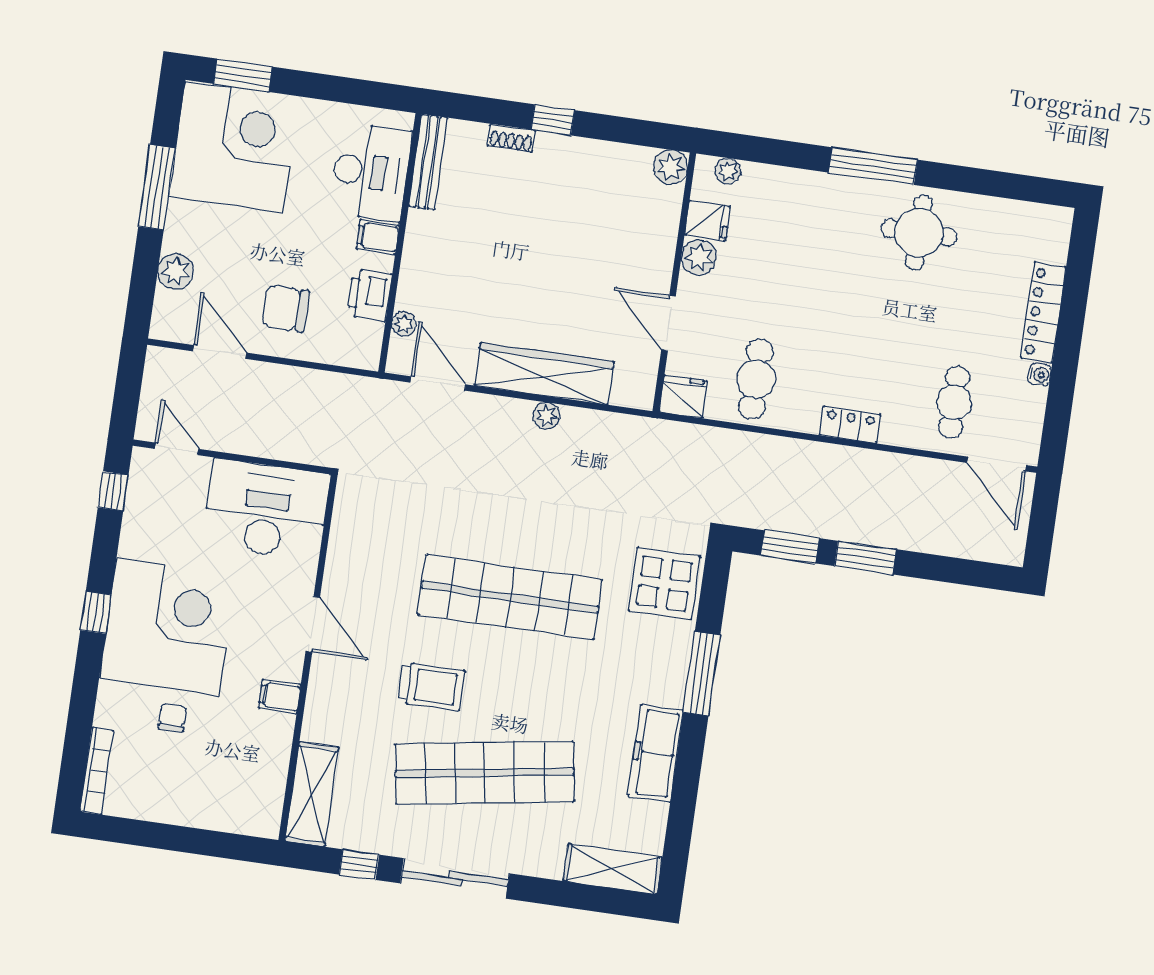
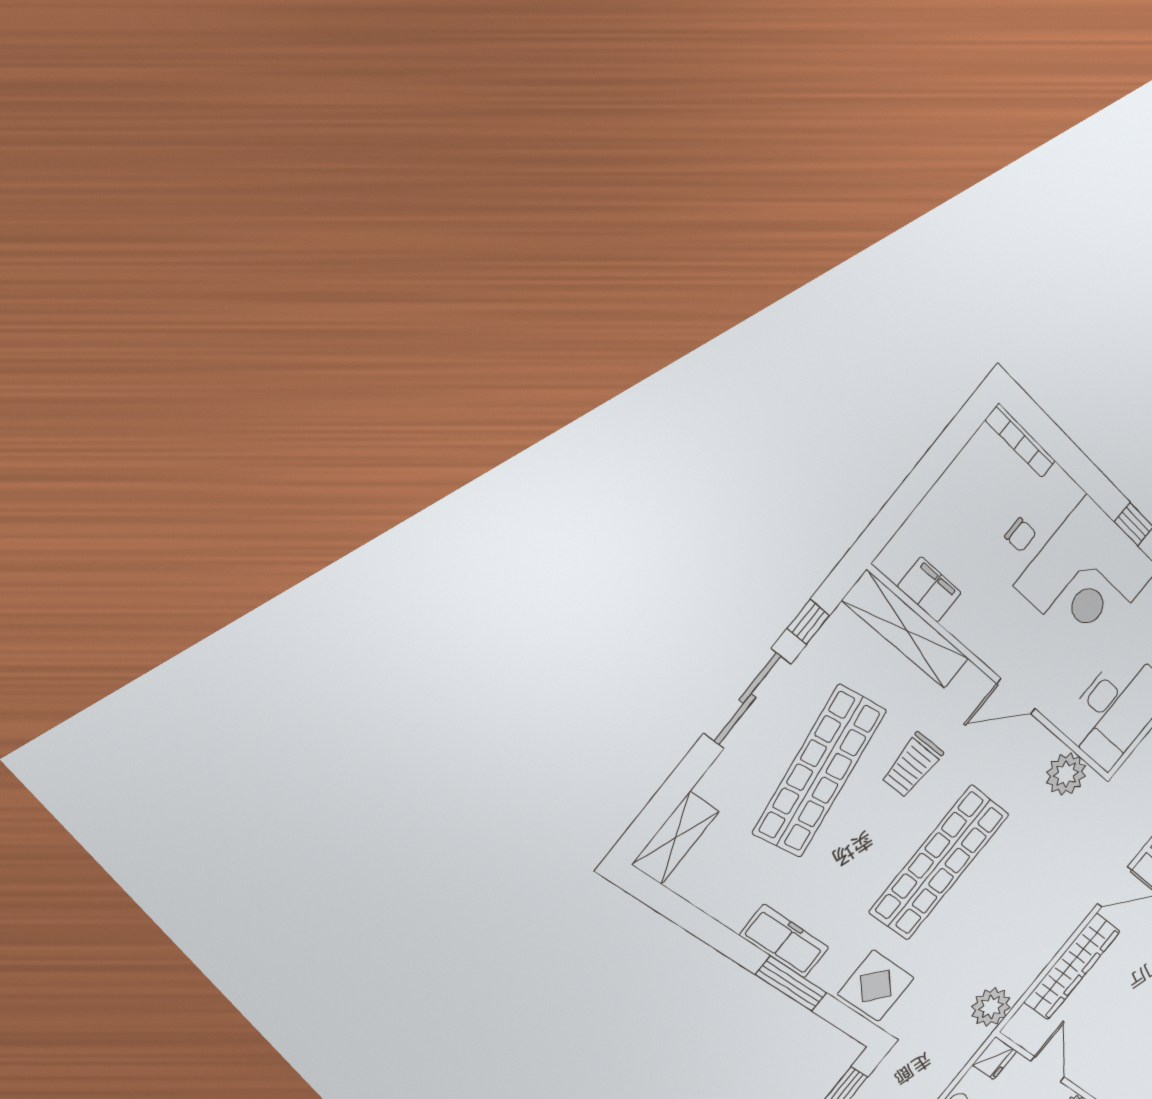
door: (669, 323) -> (1048, 1069), hinge flipped
plant: (546, 416) -> (991, 1007), moved, width x1.88, depth x1.88
plant: (356, 520) -> (1066, 774), added
filing cabinet: (280, 696) -> (929, 590), moved, width x2.00
freezer: (656, 753) -> (784, 941), moved
shelving: (312, 794) -> (906, 630), width x1.47

